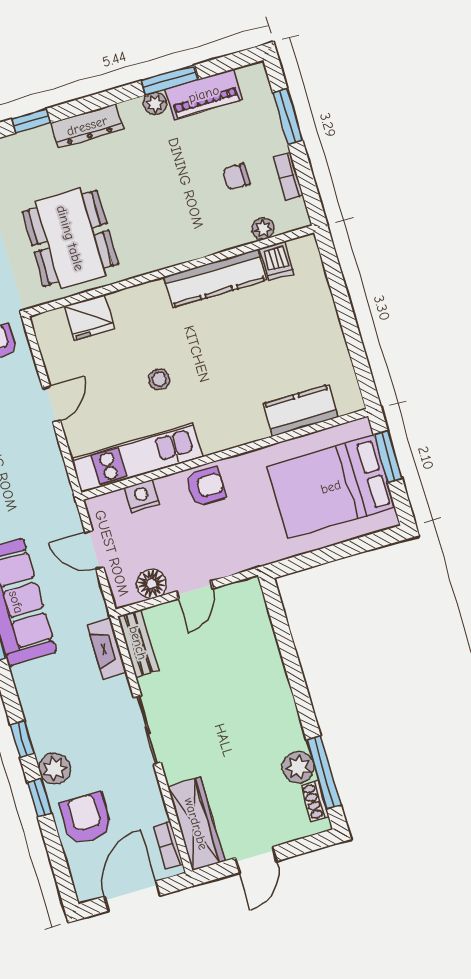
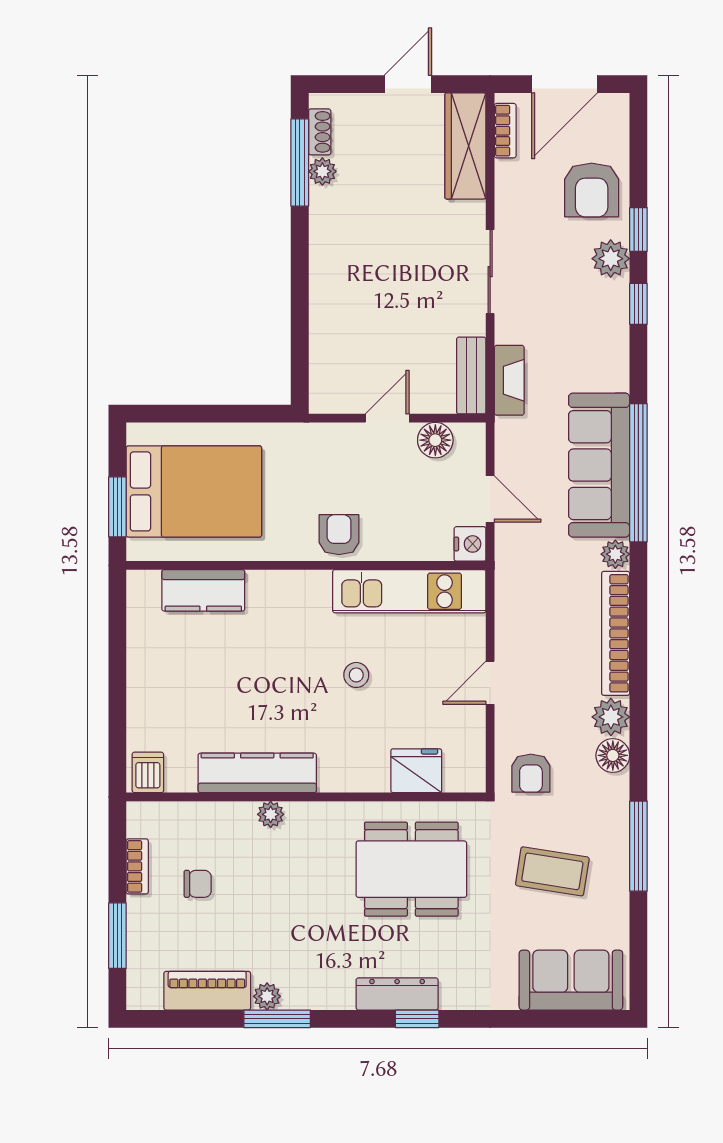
window: (170, 80) -> (277, 1019), moved
dresser: (87, 126) -> (397, 994), moved
plant: (263, 229) -> (271, 814), moved
dining table: (70, 238) -> (411, 869), turned 90
dishwasher: (277, 261) -> (148, 772), moved
armchair: (206, 486) -> (339, 535), turned 90
nightstand: (142, 496) -> (470, 544), moved, turned -90
plant: (298, 767) -> (322, 171), width x0.73, depth x0.73

